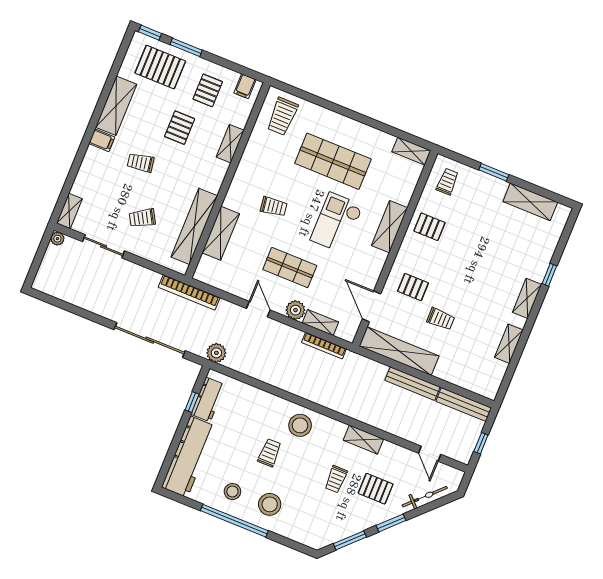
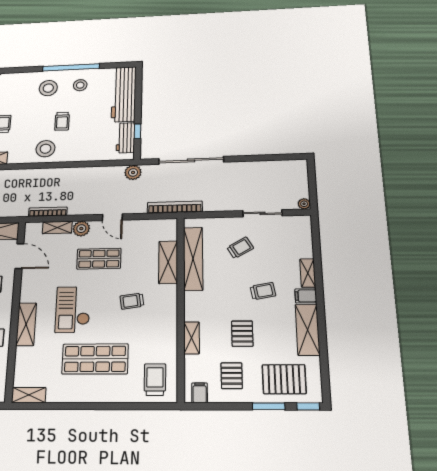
shelving: (69, 211) -> (308, 273), moved
checkout: (337, 223) -> (73, 310), turned 180

